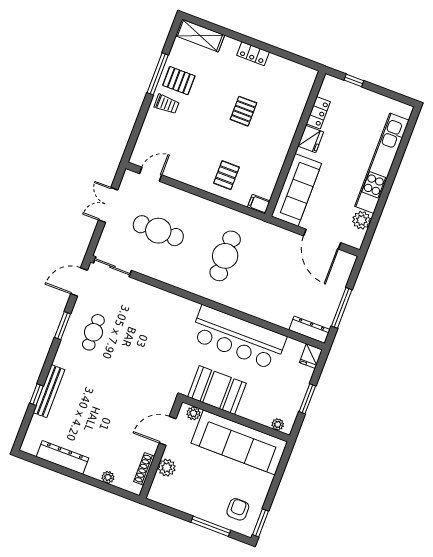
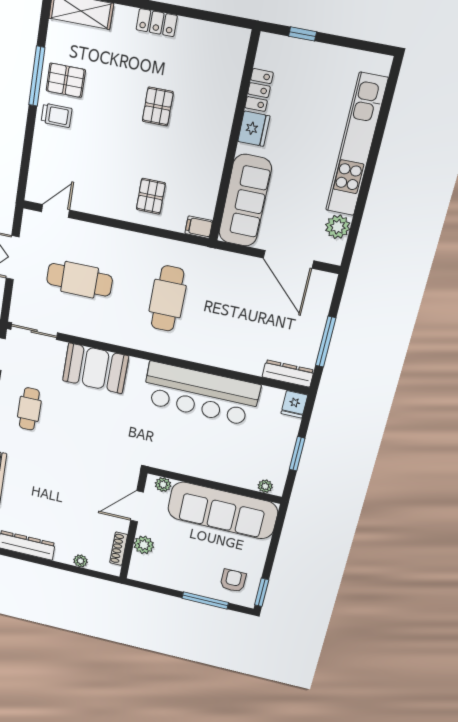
booth: (217, 390) -> (95, 368), moved

